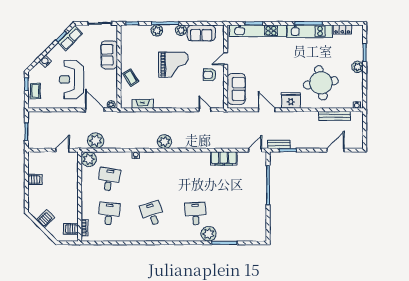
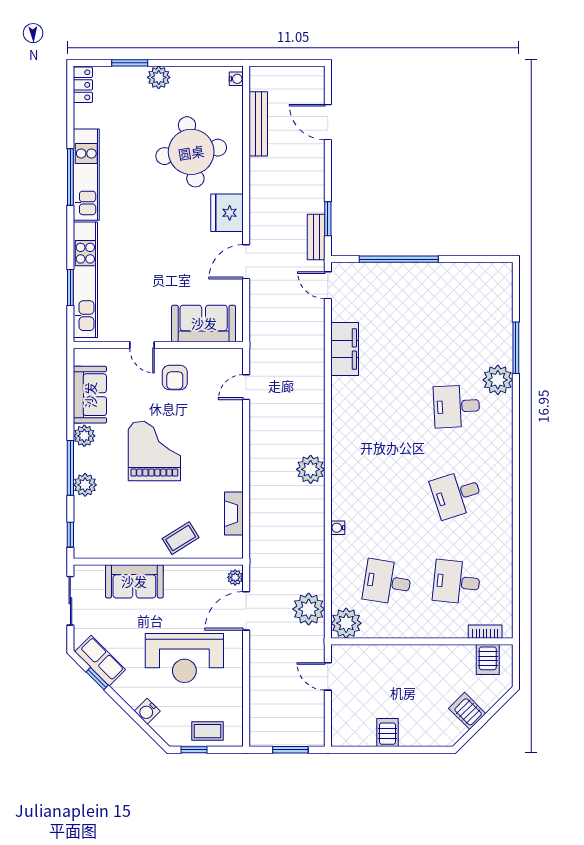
locker: (342, 30) -> (83, 85), moved

